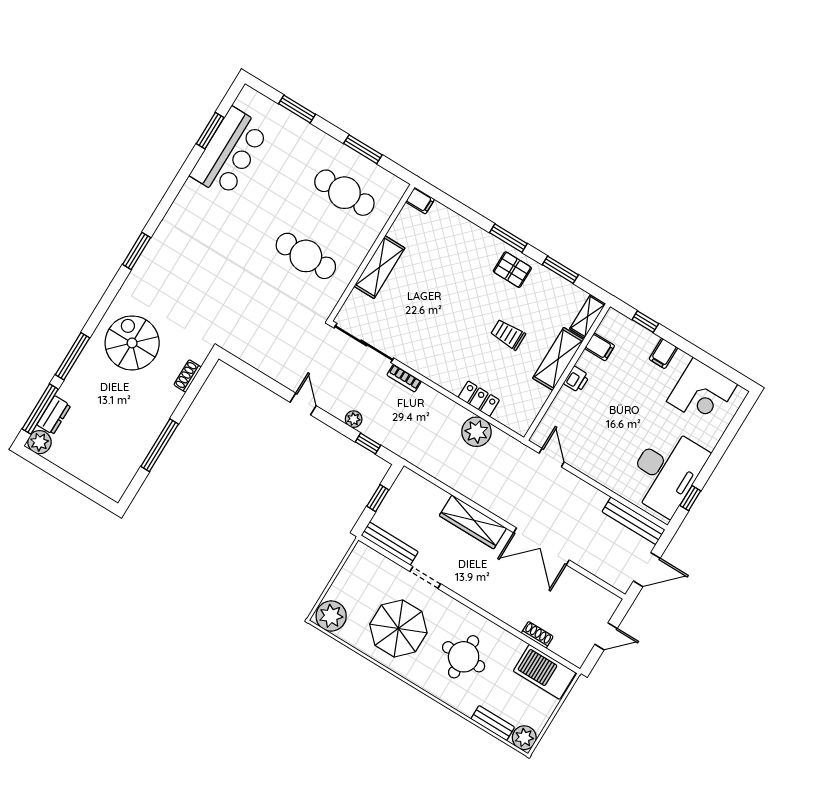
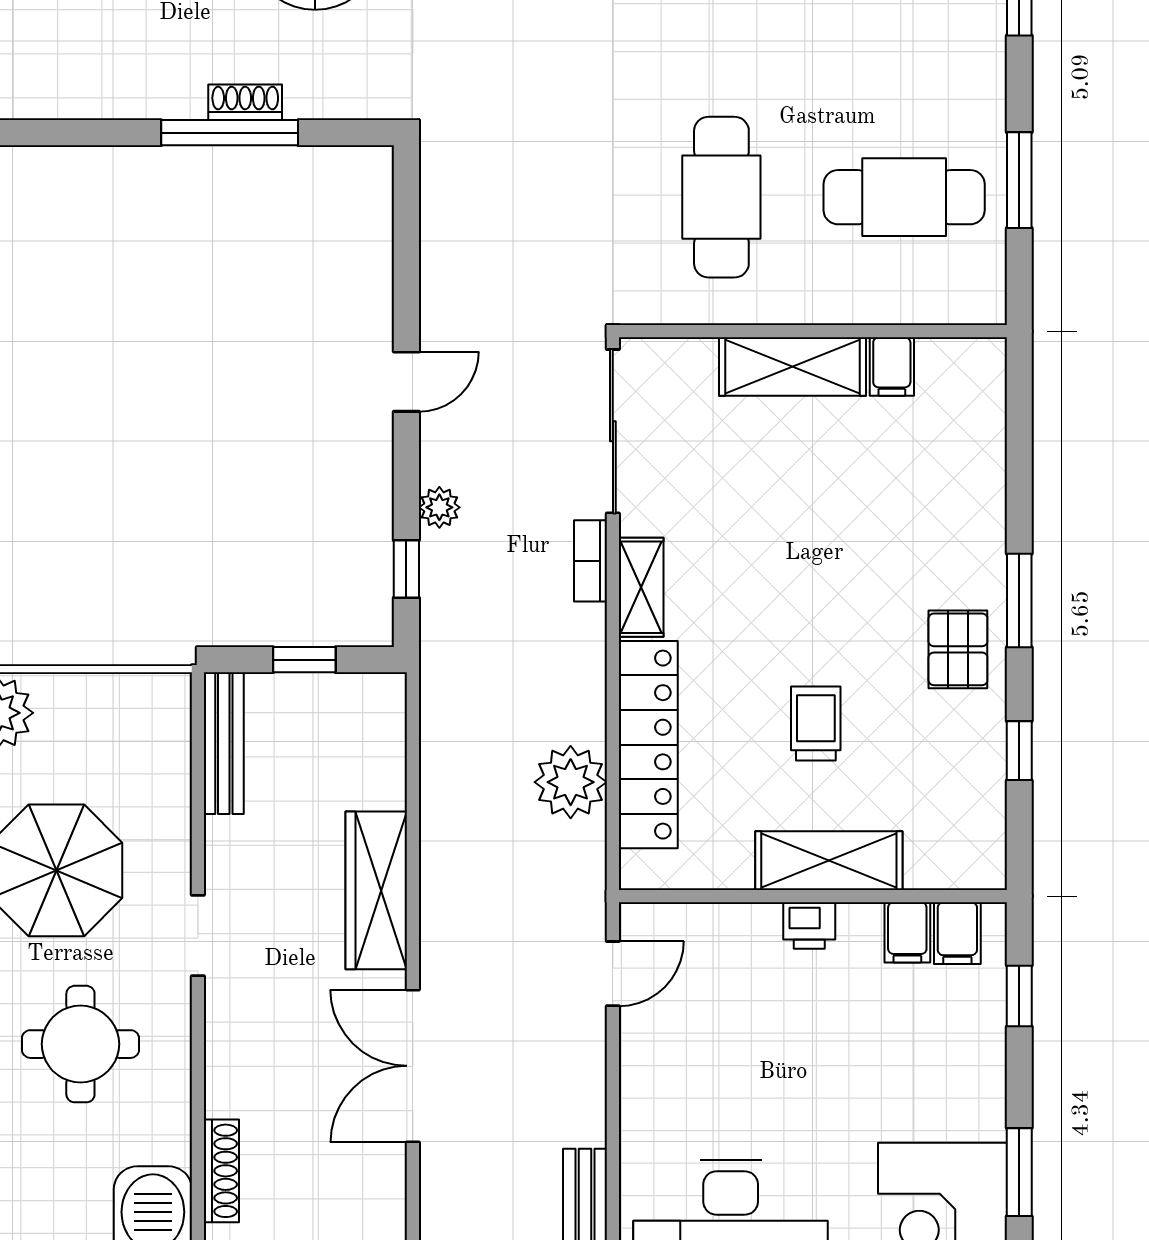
cafe table: (344, 193) -> (904, 197), turned 90
filing cabinet: (420, 201) -> (892, 366), moved
window: (560, 270) -> (1019, 751), width x0.67
shelving: (588, 316) -> (641, 587), moved, turned 90
filing cabinet: (663, 353) -> (957, 933), moved, turned -90
window: (706, 359) -> (1019, 1172), added
shoe rack: (188, 376) -> (245, 102), moved
locker: (479, 399) -> (648, 745), width x2.16, depth x1.21
window: (160, 445) -> (230, 133), moved
doorway: (425, 578) -> (198, 936), moved
shoe rack: (537, 635) -> (221, 1171), width x1.43

